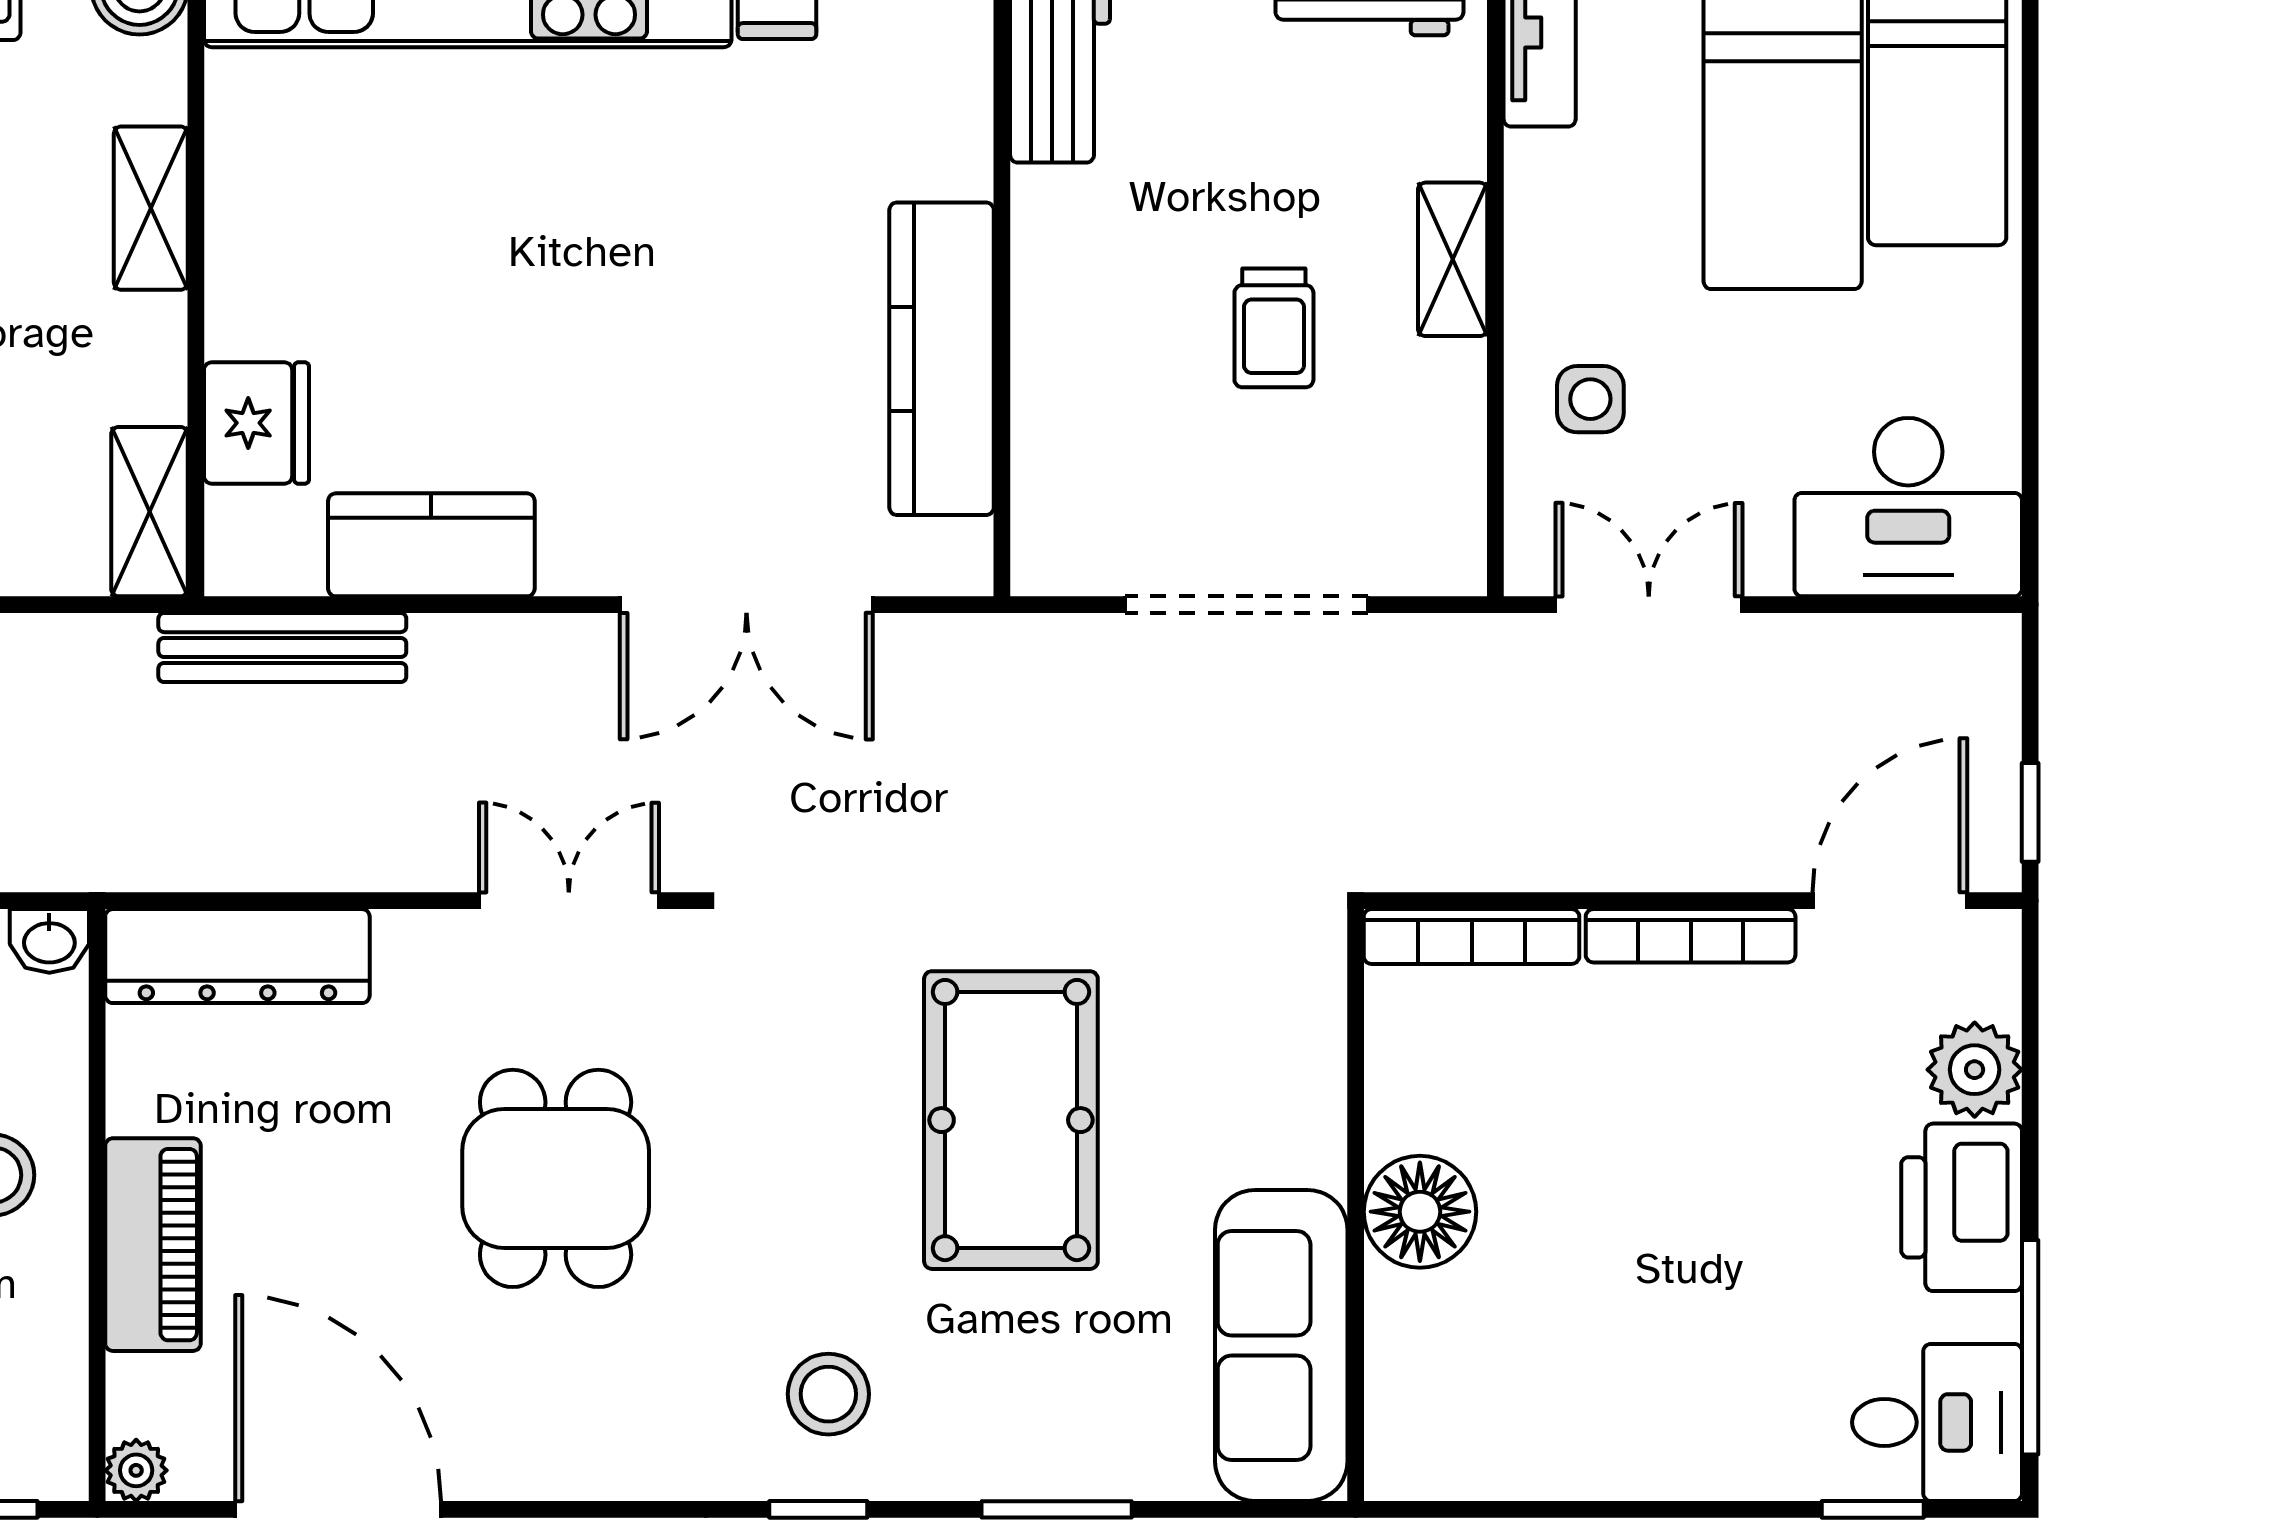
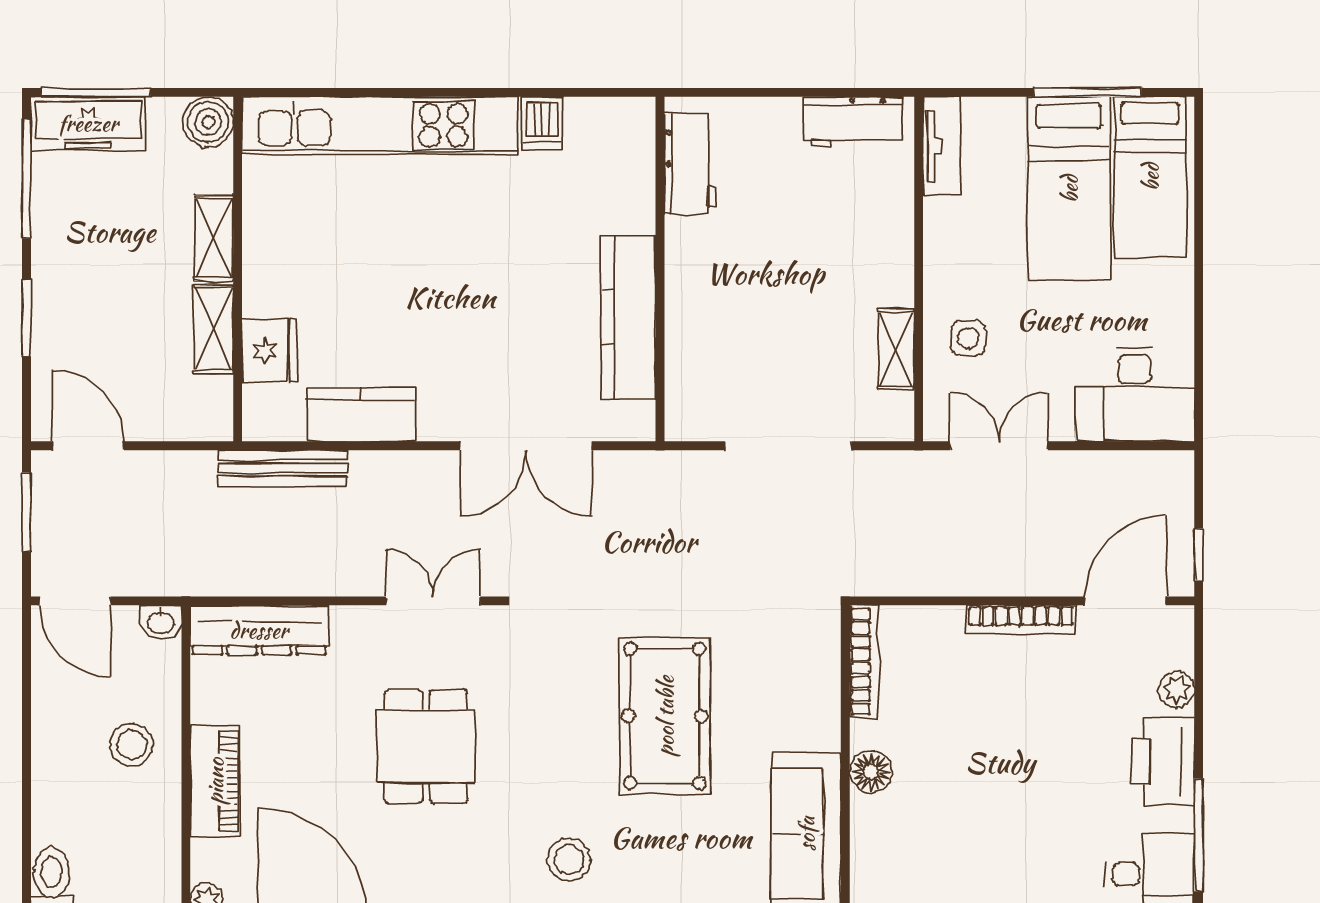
shelving: (1453, 259) -> (896, 349), moved
trolley: (1274, 328) -> (803, 301), removed
shelving: (149, 512) -> (213, 329), moved
bookcase: (1472, 937) -> (864, 662), moved, turned -90
plant: (1975, 1070) -> (1176, 689), width x0.73, depth x0.73
floor lamp: (1420, 1212) -> (871, 772), width x0.73, depth x0.73

